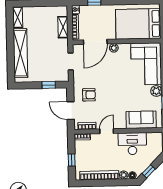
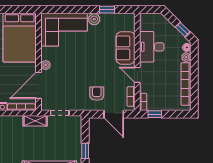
shelving: (63, 27) -> (35, 121), moved
door: (95, 42) -> (39, 85), swing flipped
window: (49, 85) -> (85, 151), moved
door: (71, 111) -> (114, 114), hinge flipped
sofa: (141, 120) -> (126, 48), moved
window: (72, 160) -> (155, 114), moved

